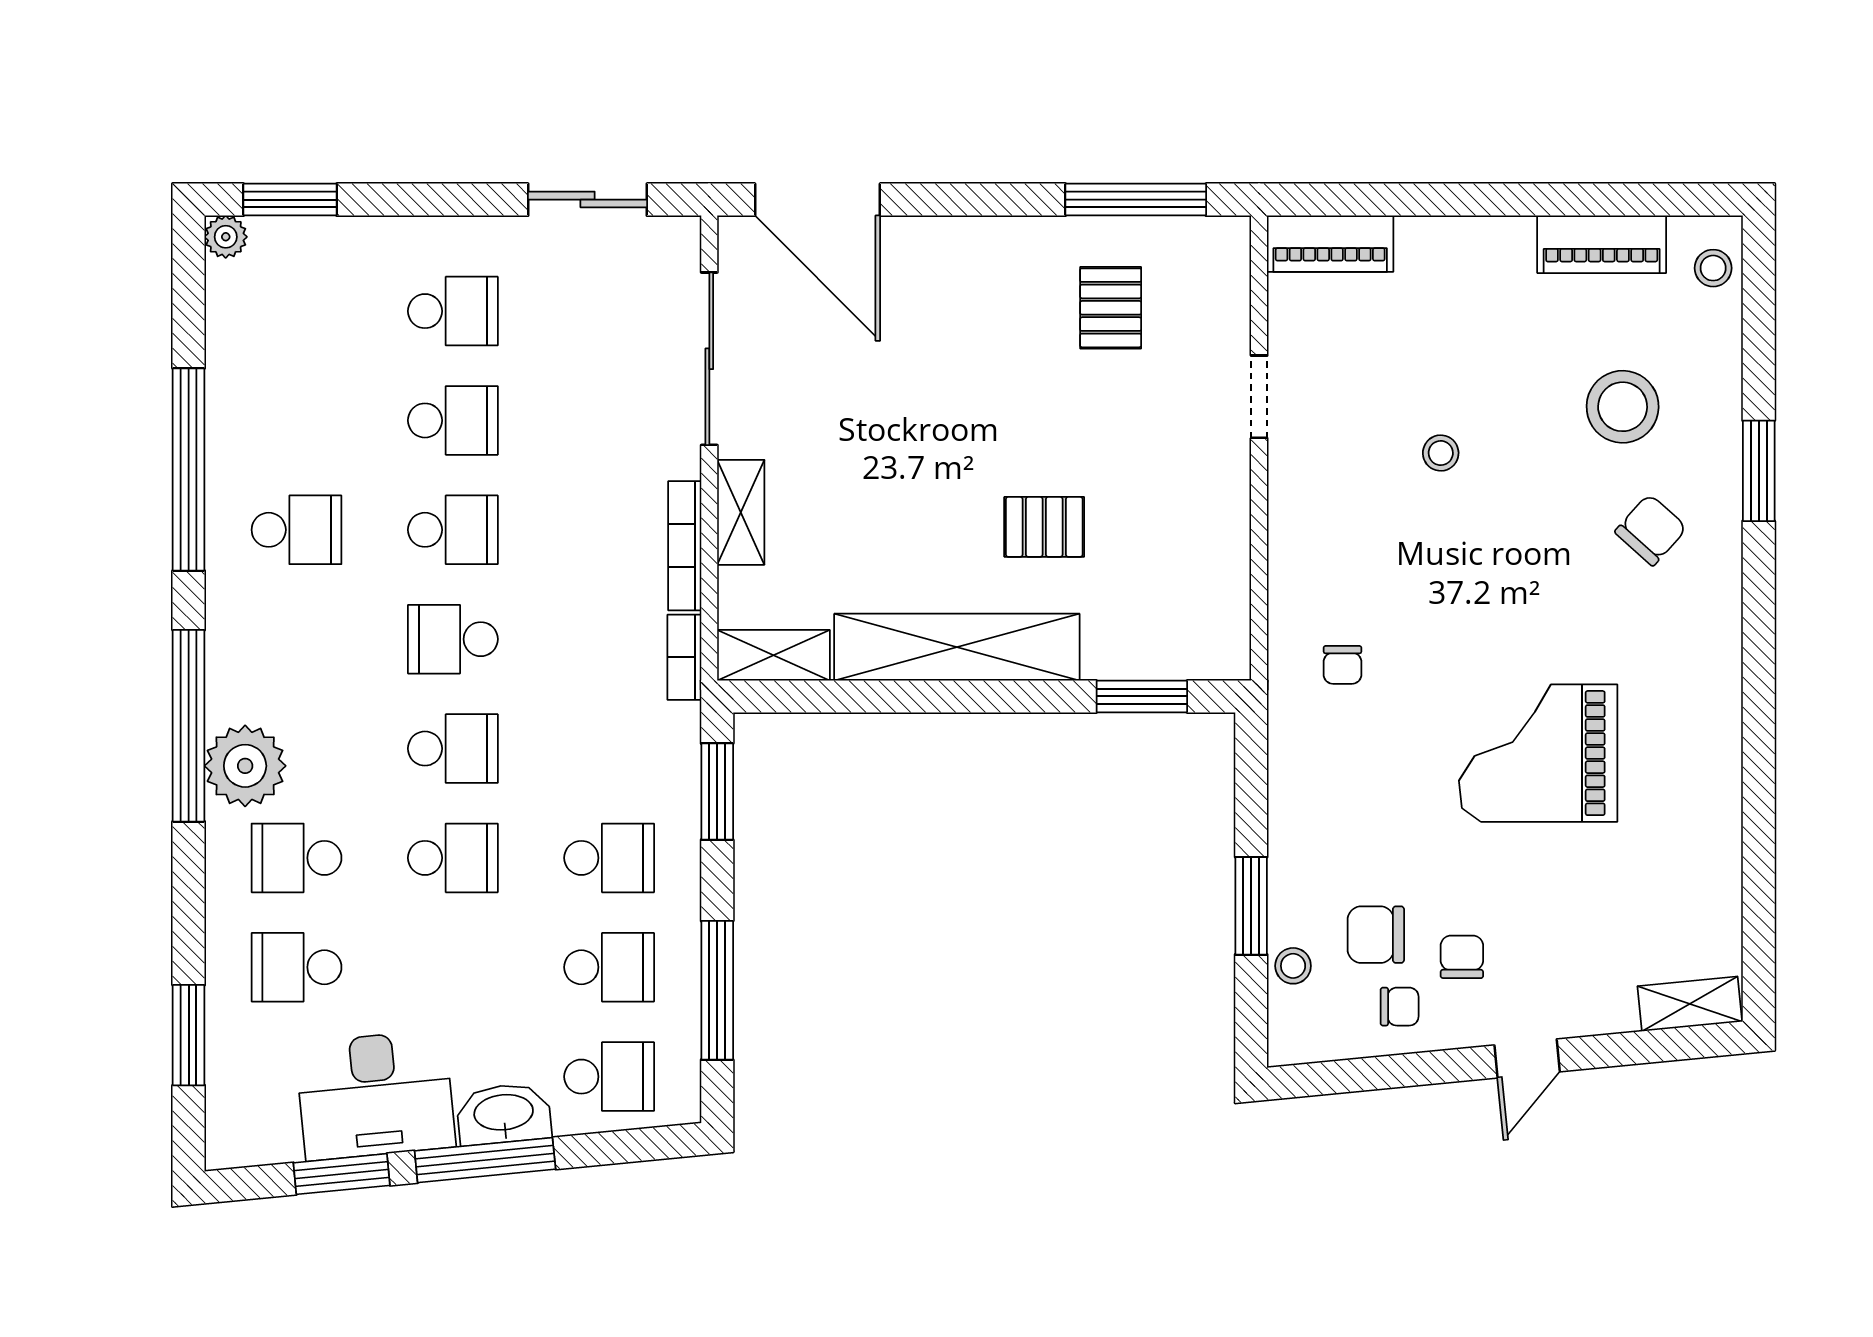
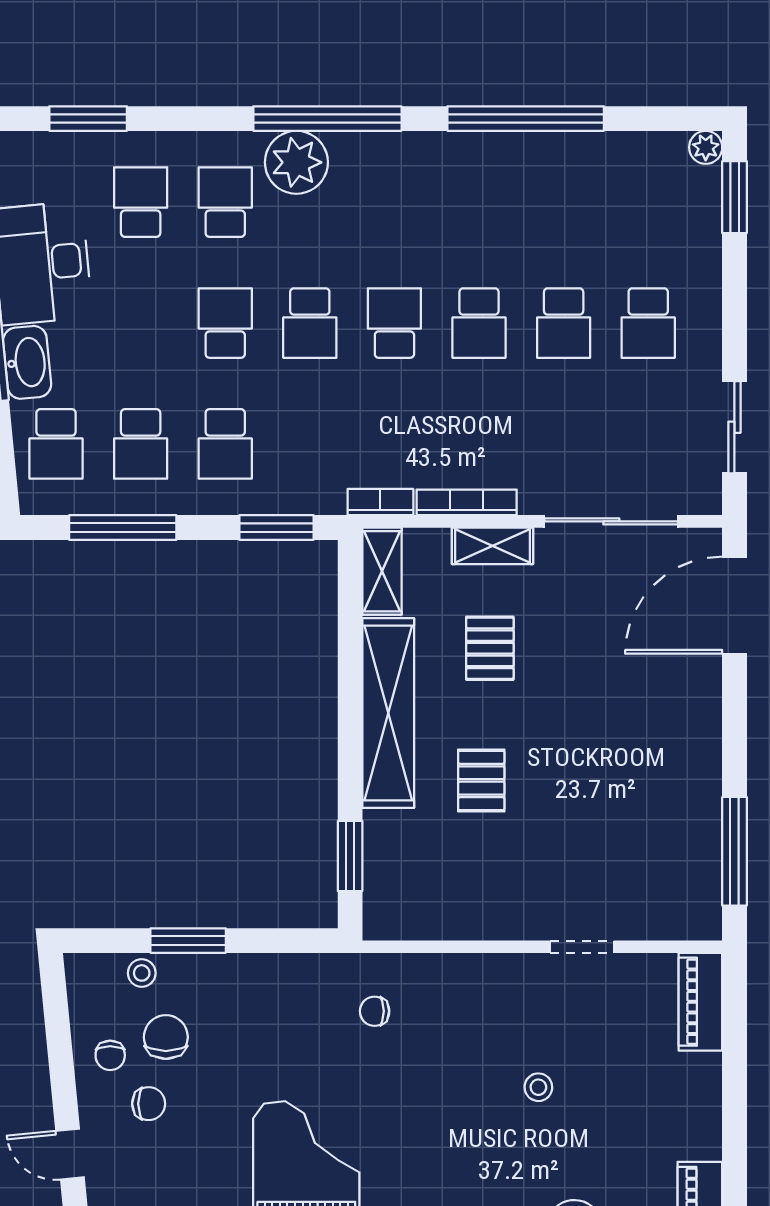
pallet: (1111, 308) -> (490, 648), moved, turned 90
school desk: (297, 530) -> (479, 202), removed
school desk: (453, 858) -> (225, 323), turned 180

